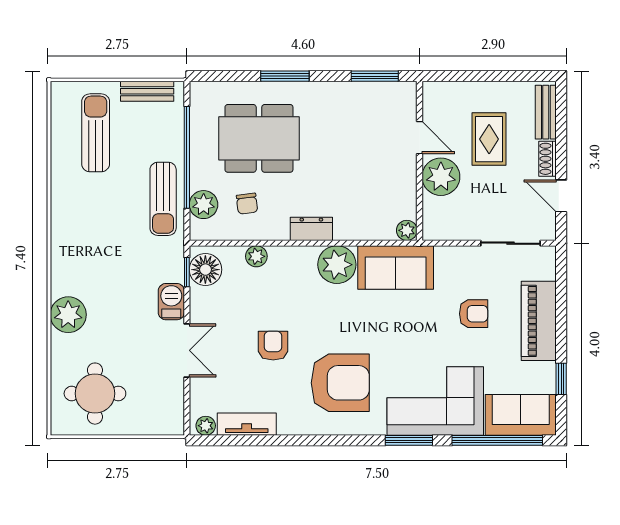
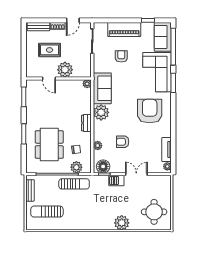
door: (420, 138) -> (49, 79), swing flipped
armchair: (273, 346) -> (123, 142), moved

